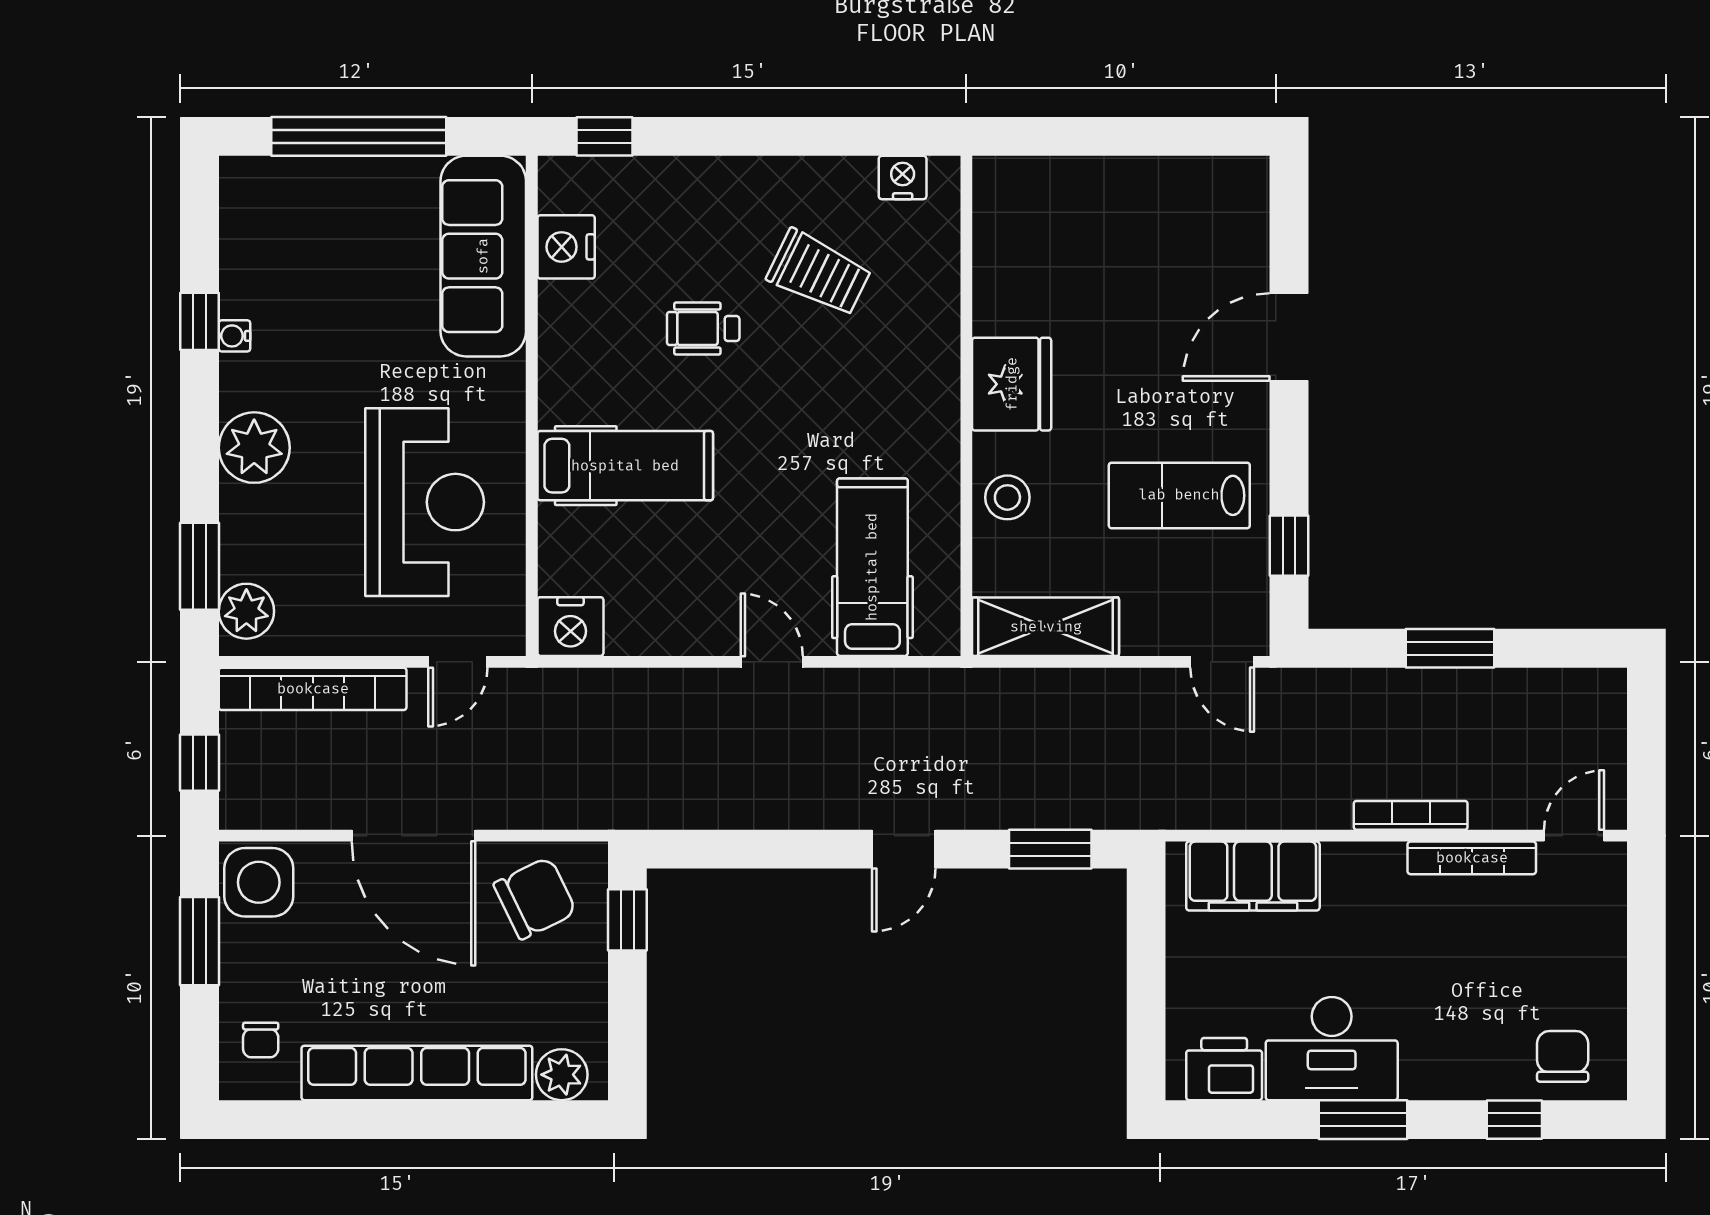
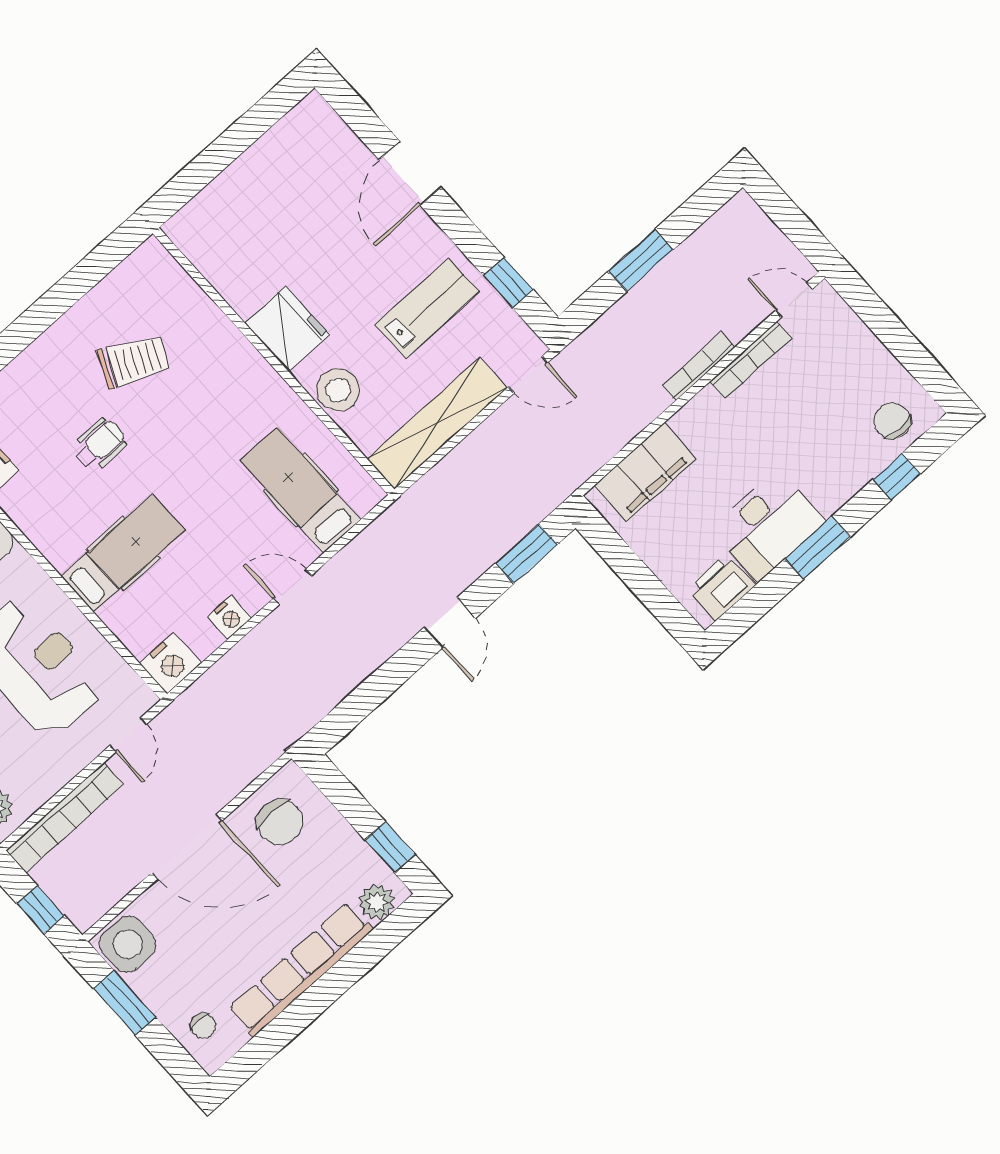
nightstand: (903, 177) -> (229, 617), moved, turned 180
wheelchair: (703, 329) -> (99, 445), turned 180
lab bench: (1179, 495) -> (427, 308), turned 180
stool: (1007, 497) -> (338, 390), width x1.38, depth x1.38
shelving: (1046, 627) -> (437, 424), width x1.47
door: (1574, 836) -> (794, 300), hinge flipped
chair: (535, 898) -> (280, 822), turned 116
window: (627, 920) -> (390, 847), moved

